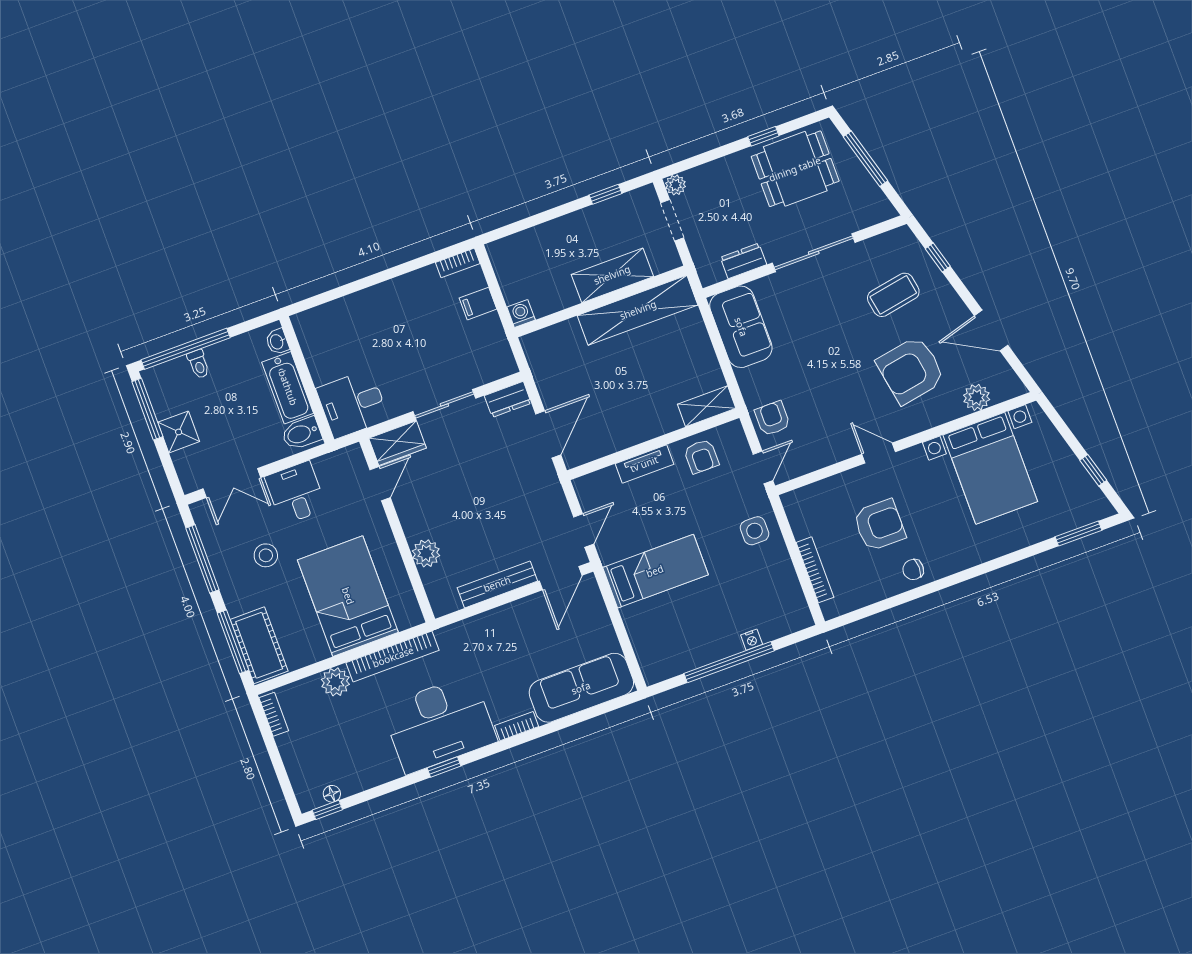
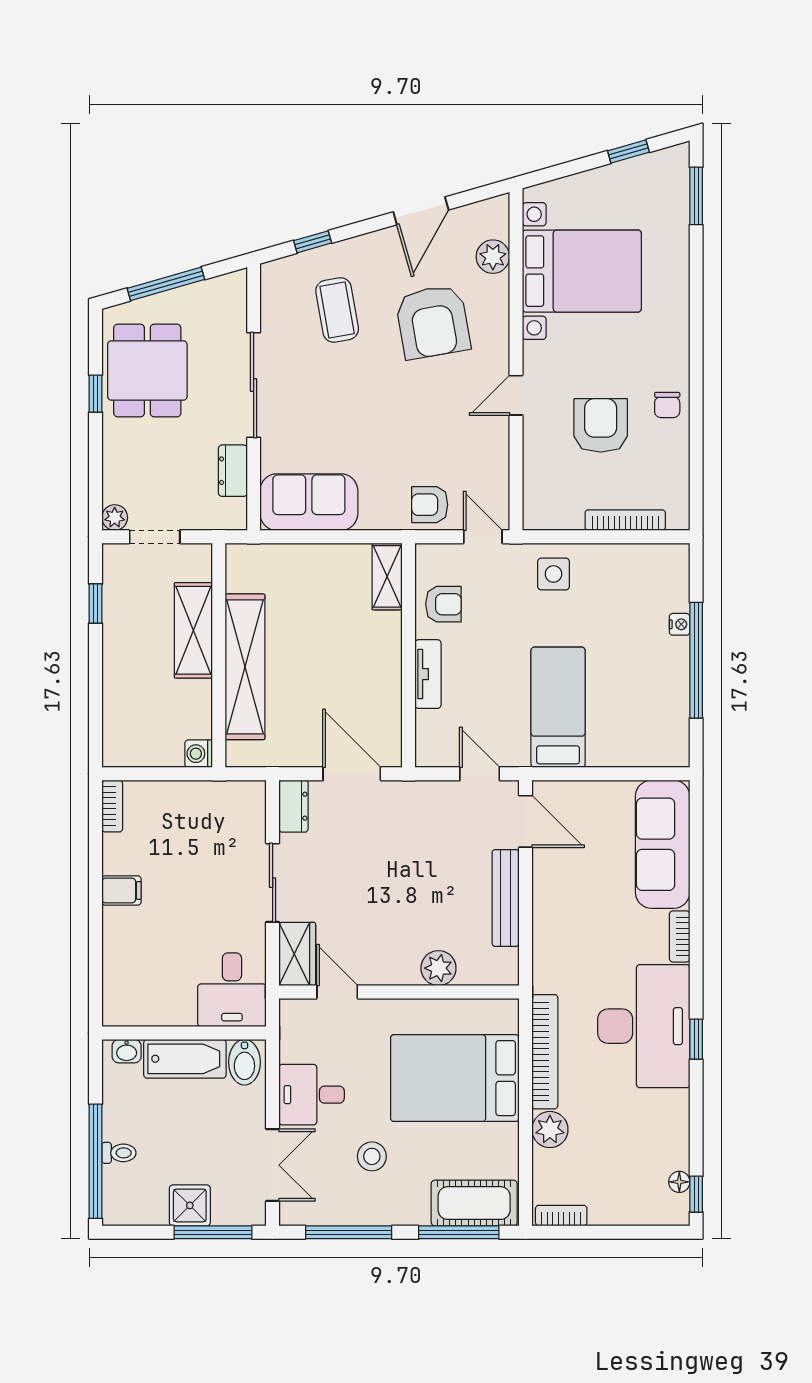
filing cabinet: (478, 304) -> (121, 890), moved, turned -90
shelving: (638, 310) -> (245, 667), moved
window: (147, 409) -> (213, 1232), moved

